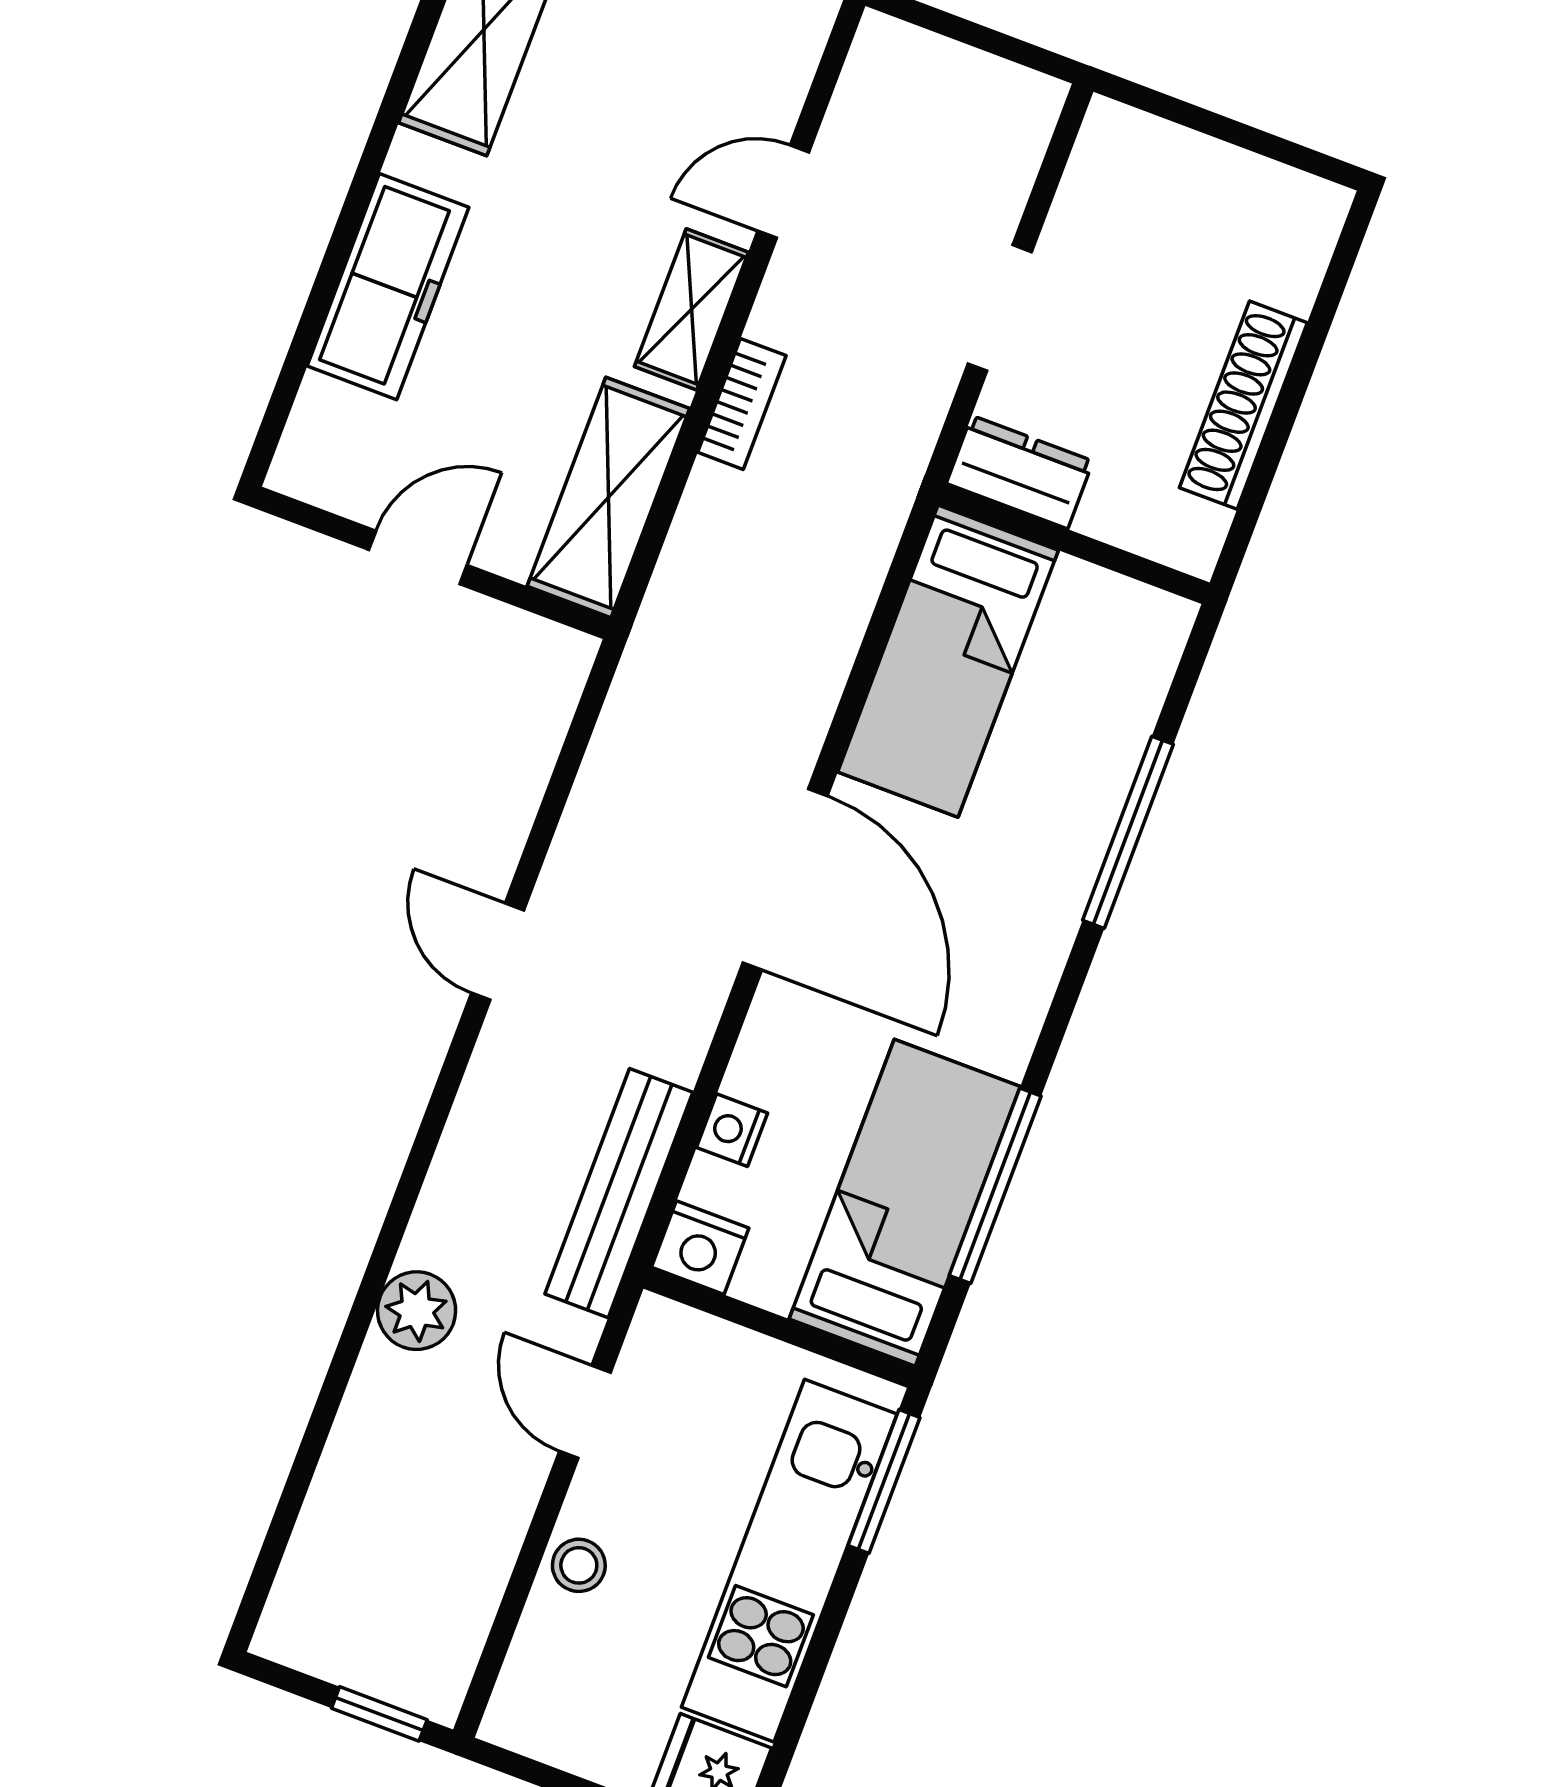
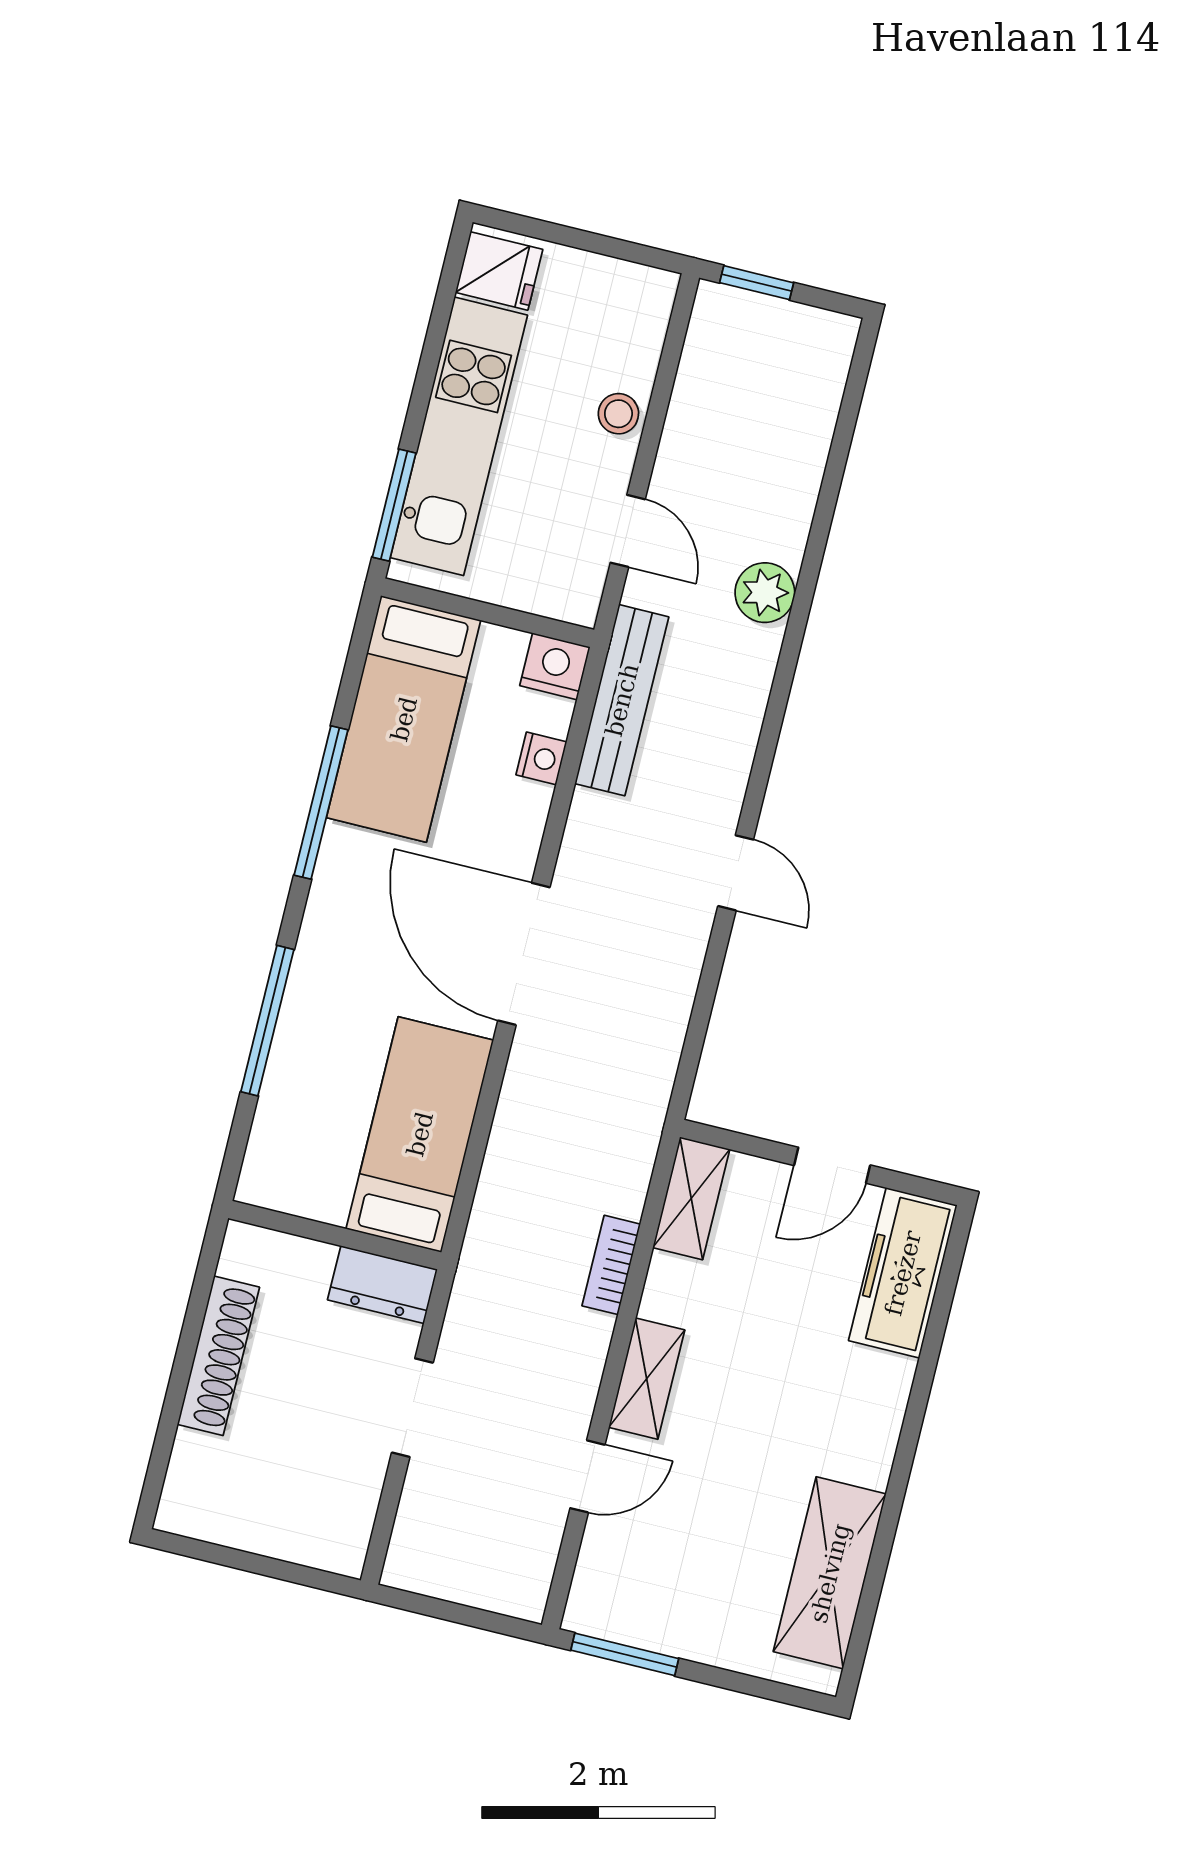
freezer: (388, 287) -> (903, 1273), moved
bookcase: (742, 404) -> (611, 1265), moved
shelving: (608, 497) -> (691, 1198), width x0.67, depth x0.75
window: (995, 1186) -> (321, 802), moved

